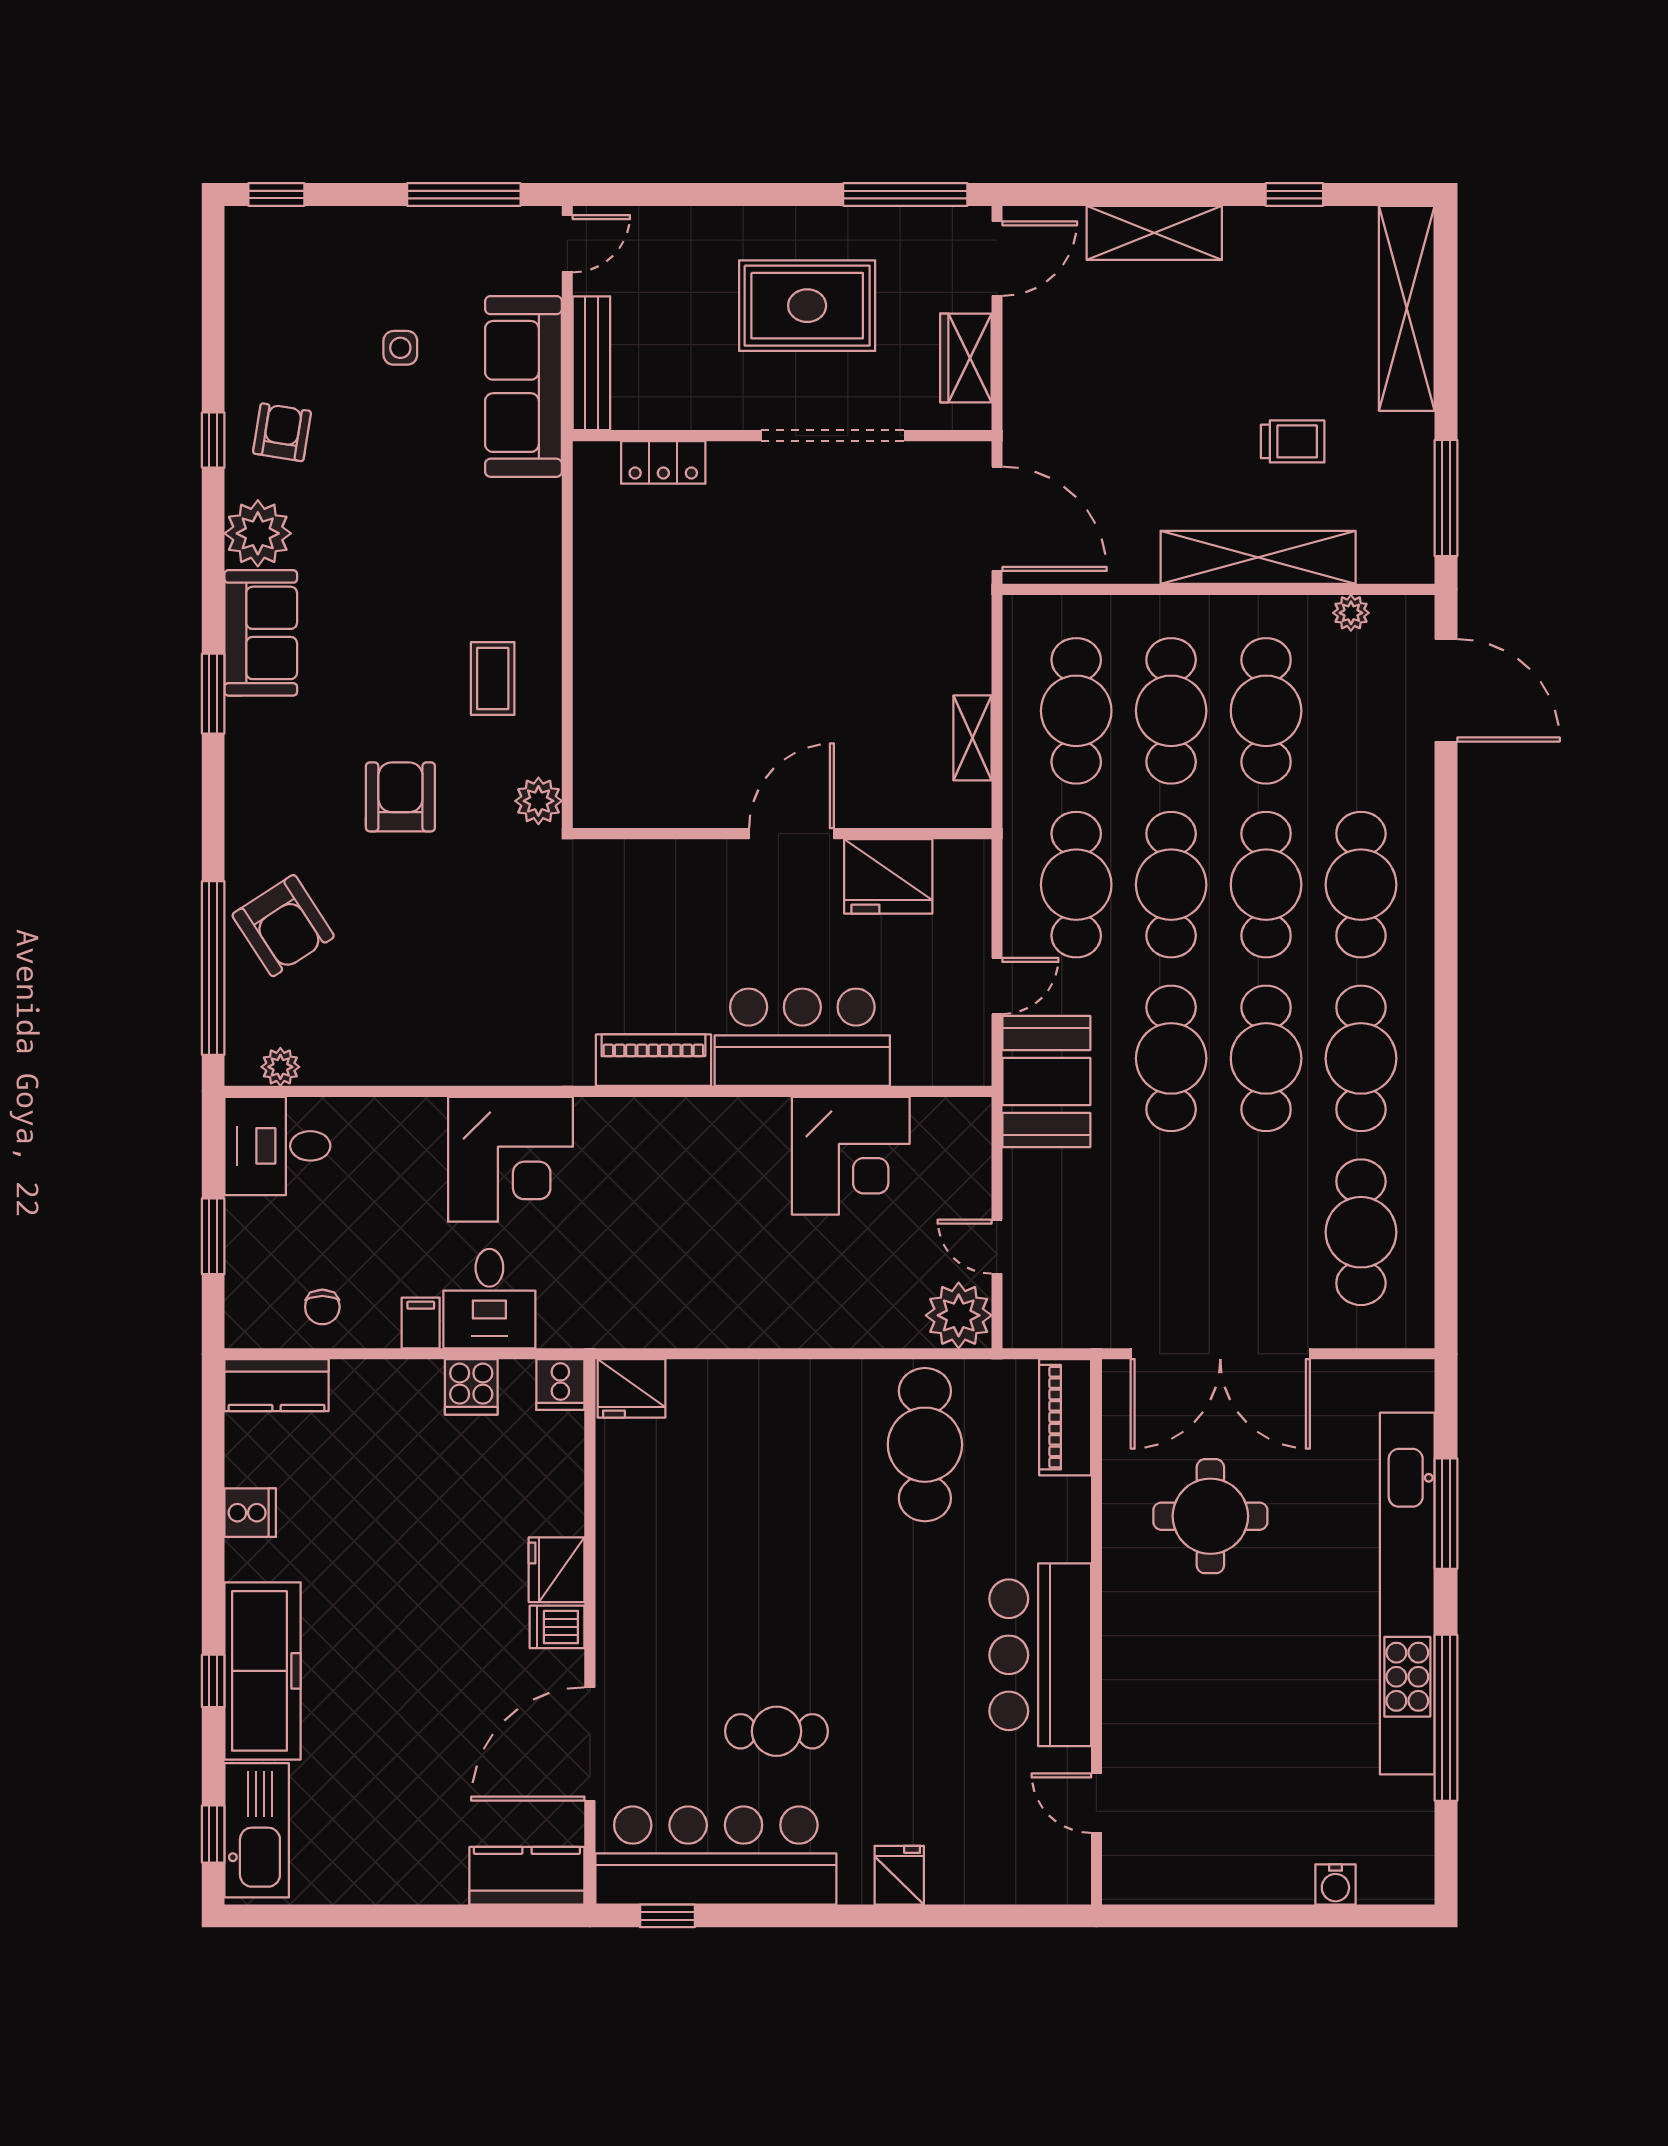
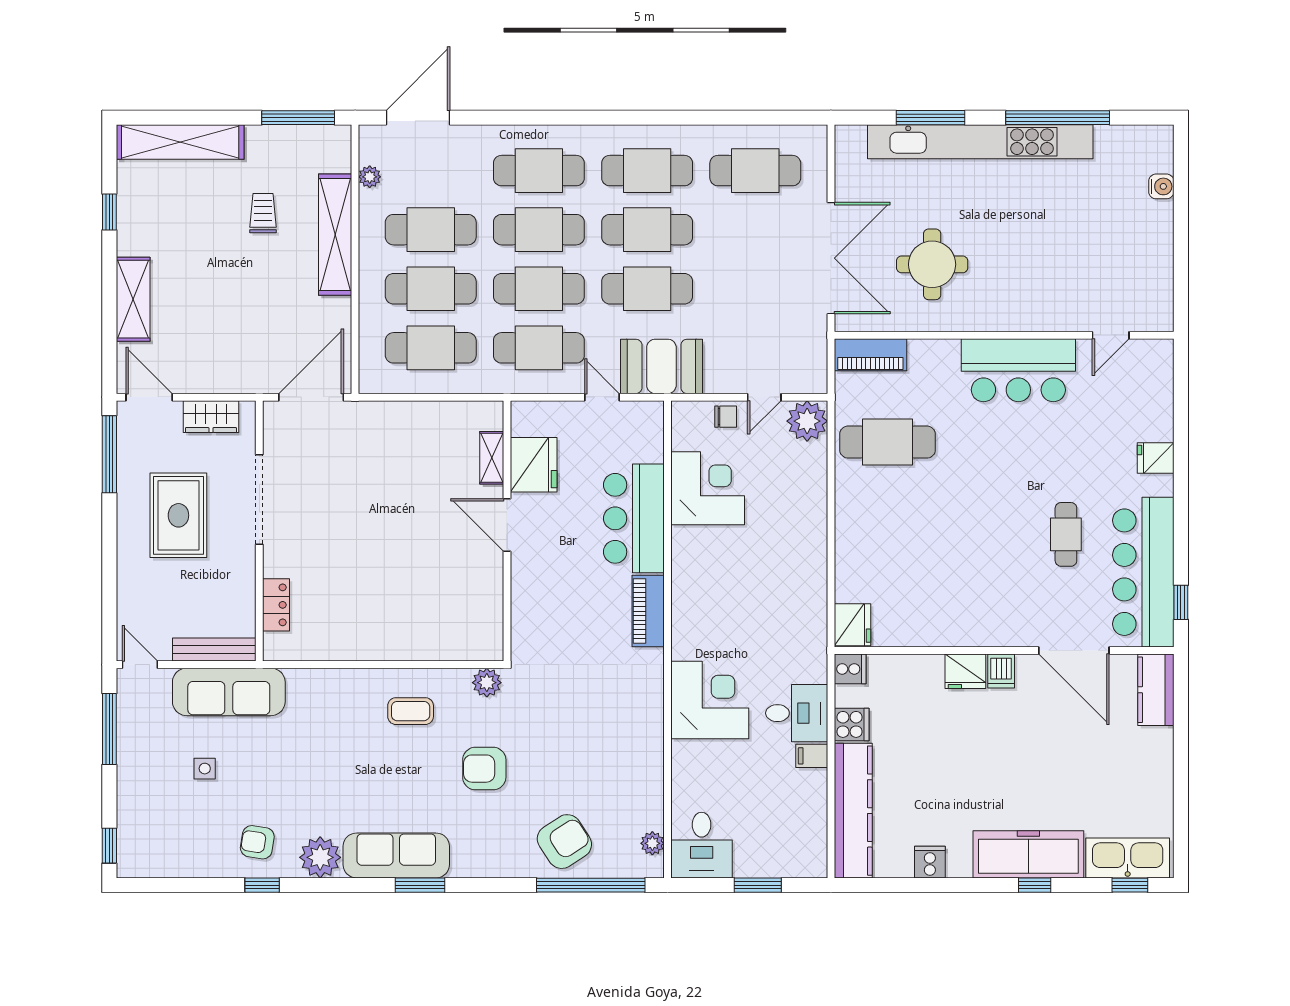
sofa: (261, 633) -> (396, 855), width x1.36
shelving: (972, 738) -> (492, 458), moved, turned 90
chair: (322, 1307) -> (726, 417), moved
kitchen counter: (277, 1385) -> (853, 811), width x2.08, depth x1.17

